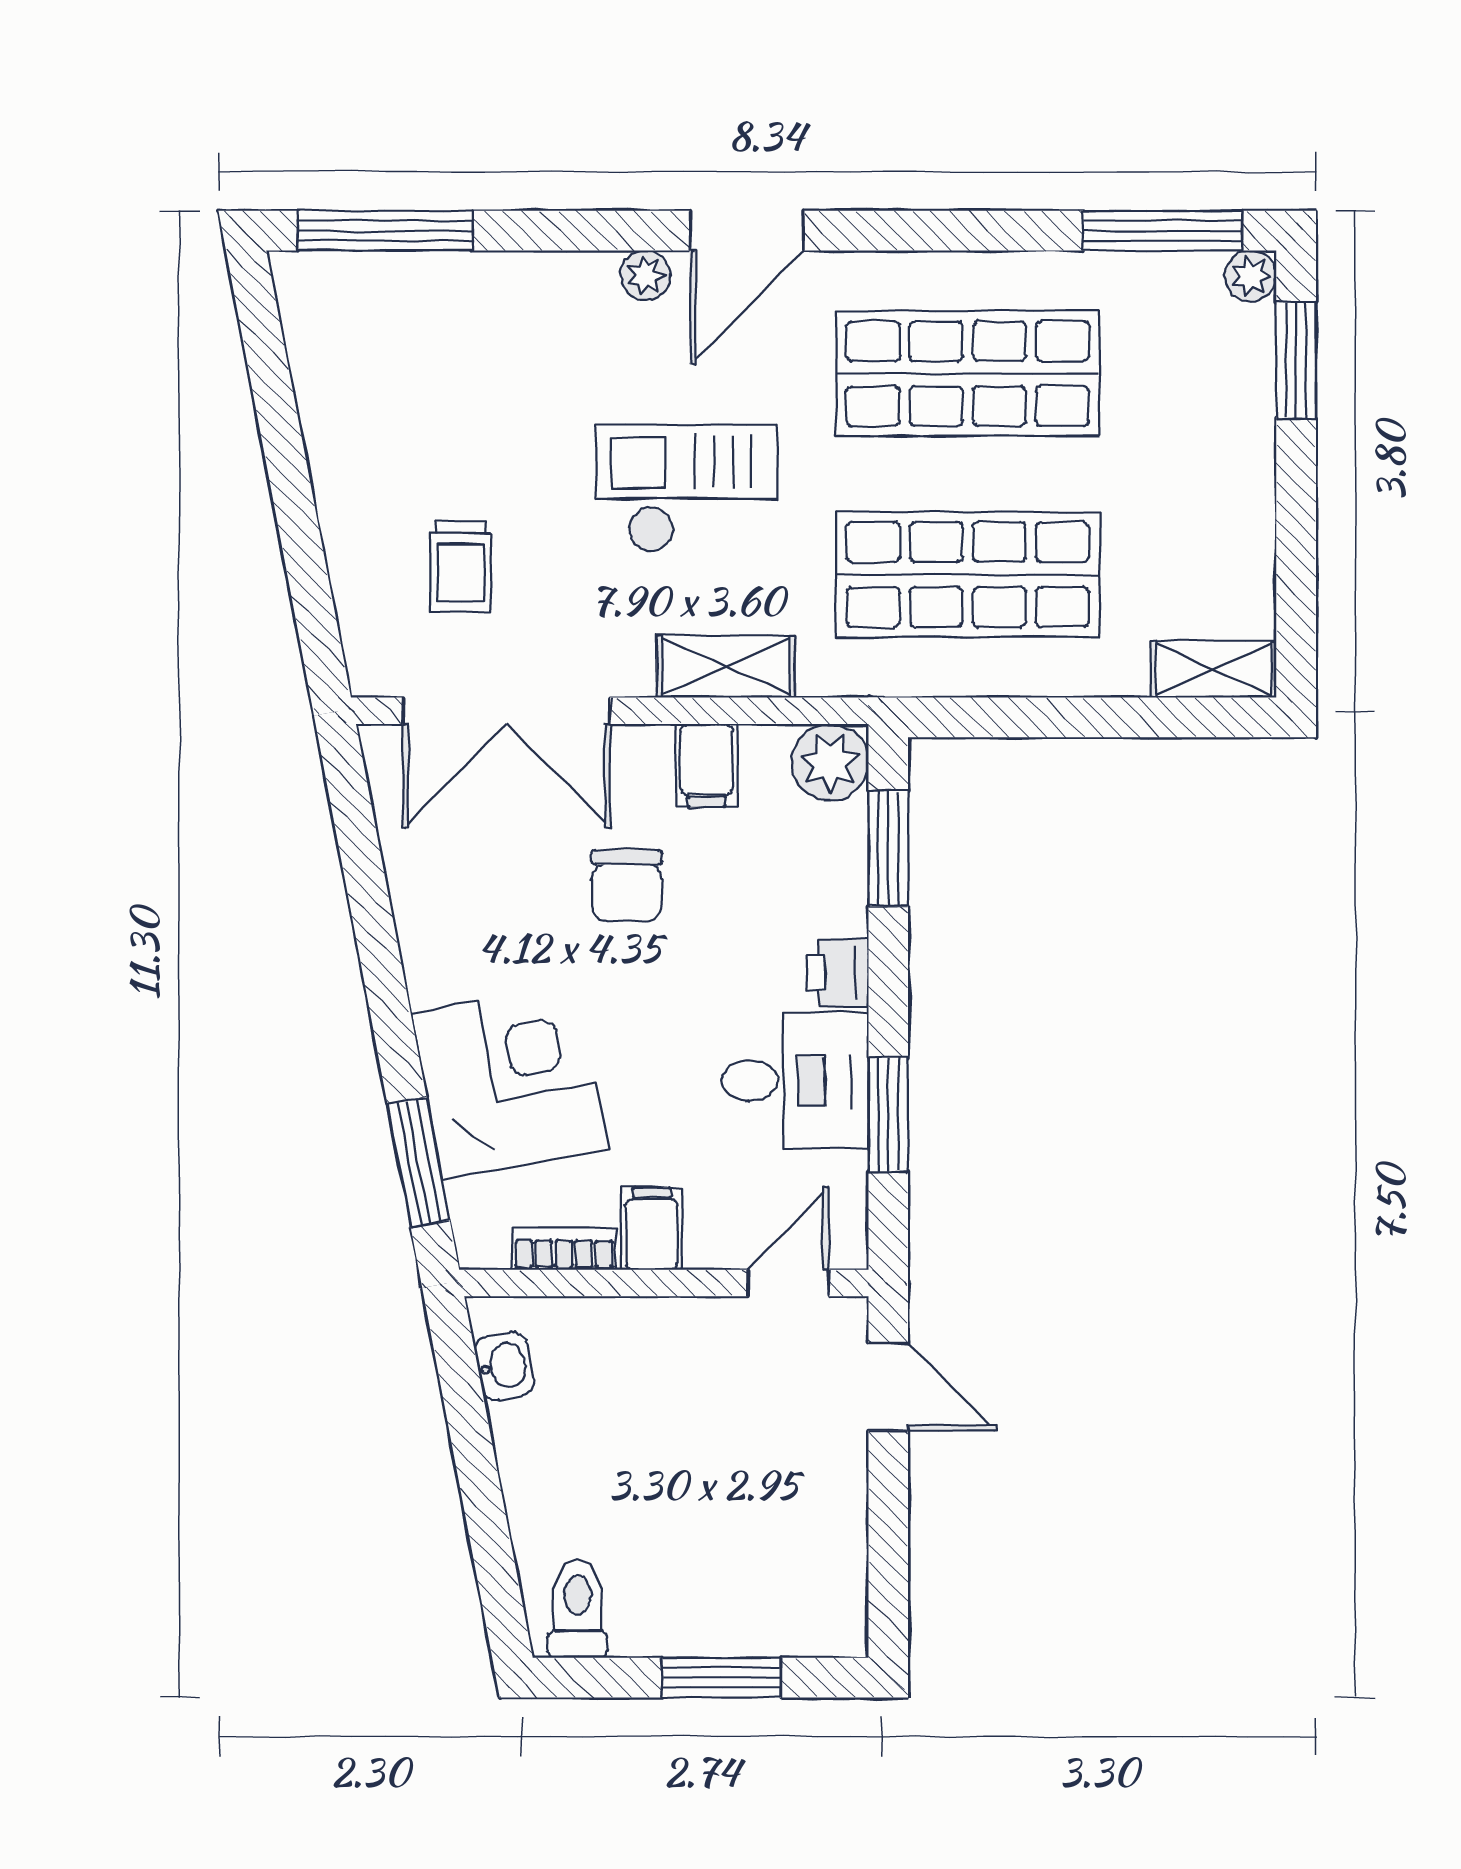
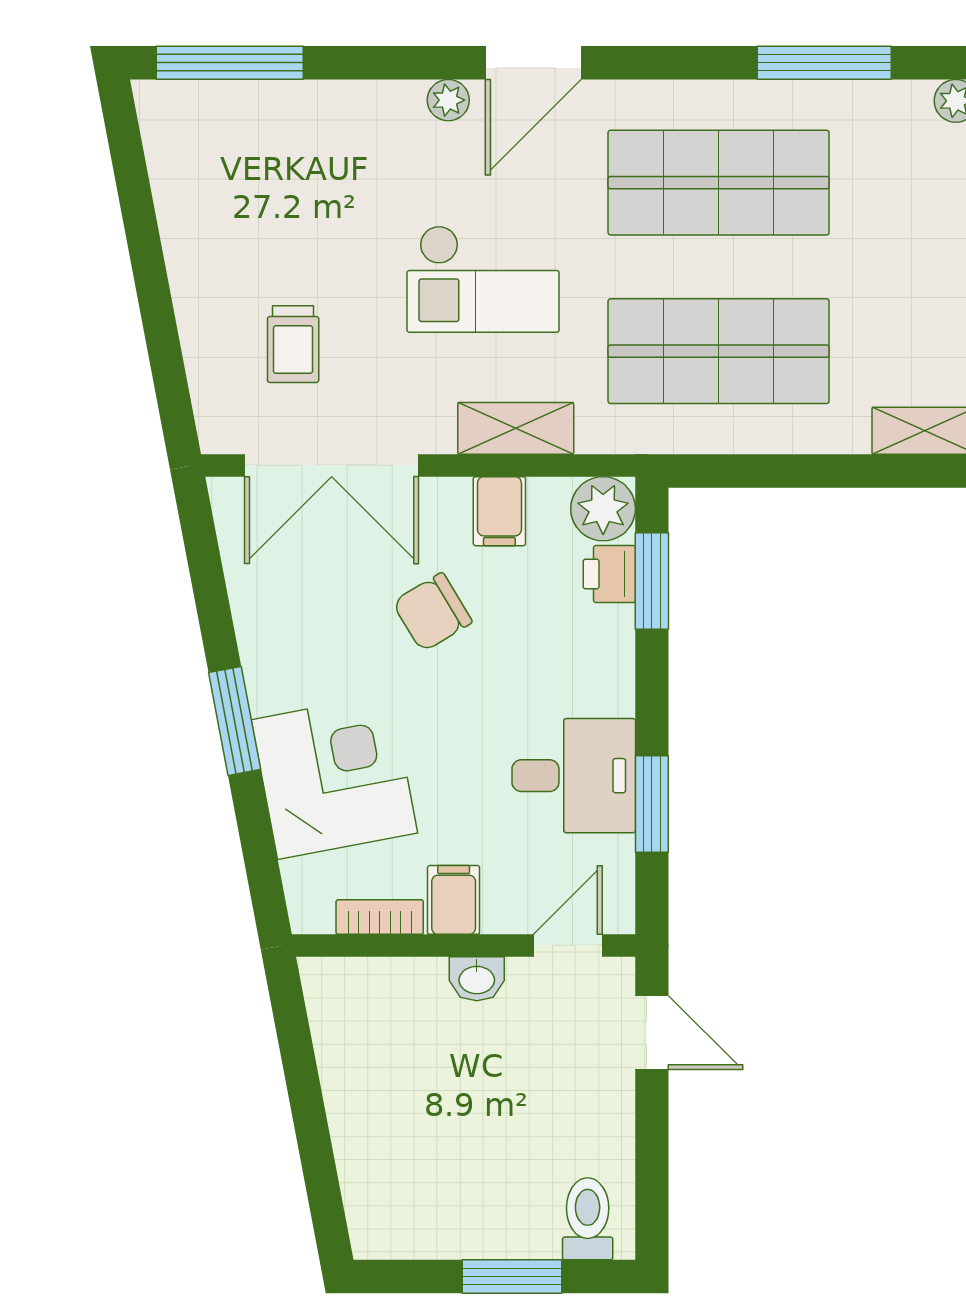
window: (1163, 231) -> (824, 63), moved
checkout: (687, 488) -> (483, 279), turned 180
chair: (627, 886) -> (432, 612), turned 59
printer: (838, 973) -> (609, 574), moved
window: (419, 1162) -> (235, 721), moved
washbasin: (504, 1366) -> (477, 979), moved, turned 101
toilet: (578, 1609) -> (588, 1219), moved

